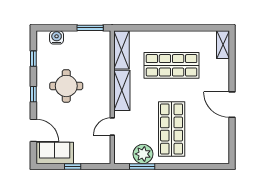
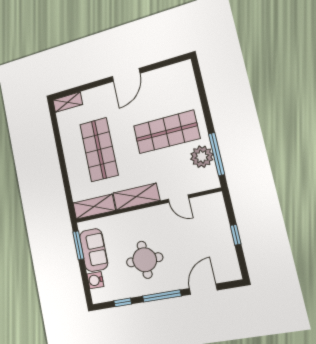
window: (33, 94) -> (162, 296), width x2.17
sofa: (55, 153) -> (94, 250), moved, turned 180
window: (142, 167) -> (217, 154), width x1.44

